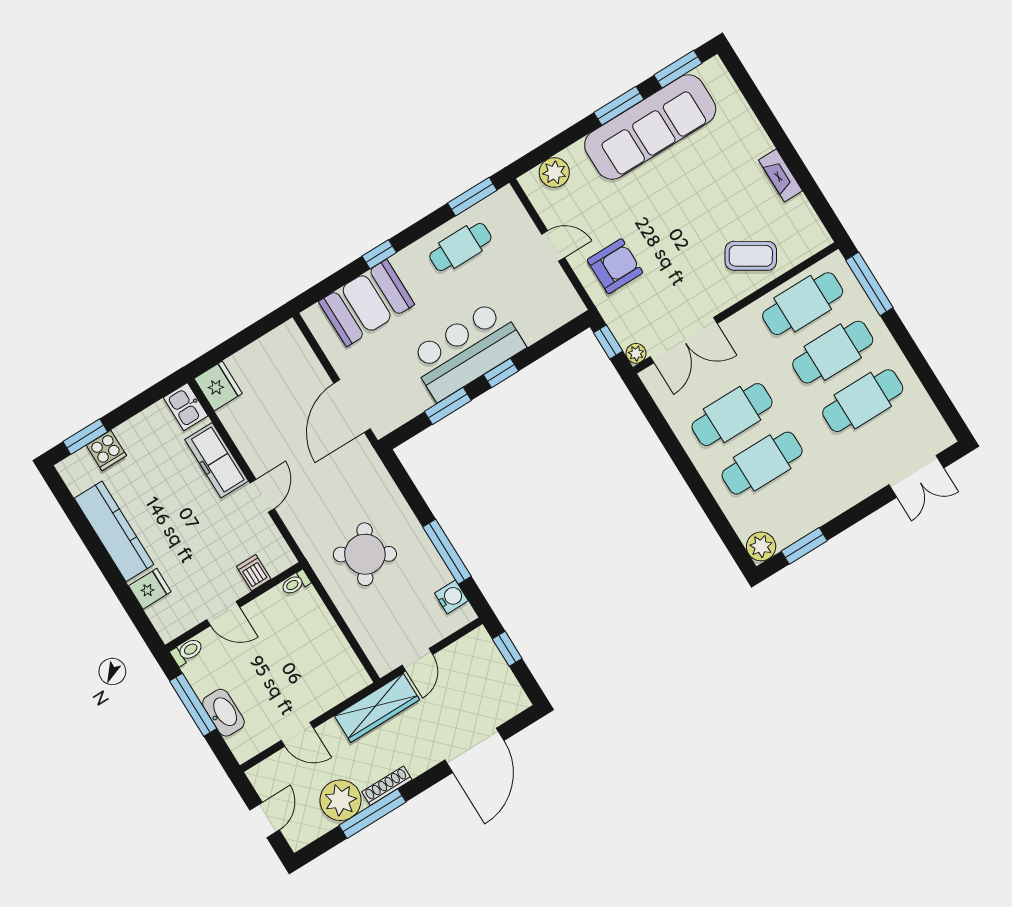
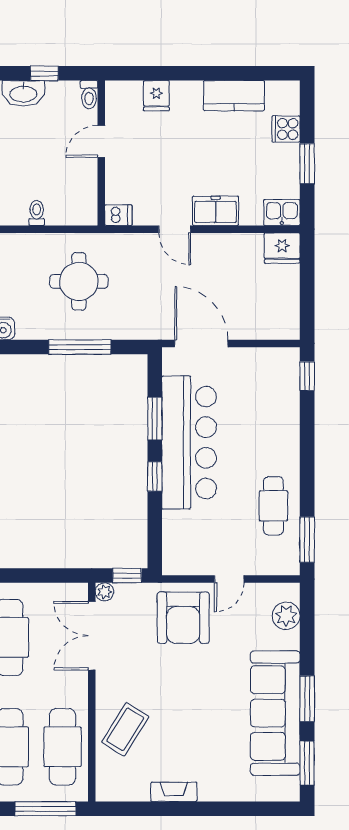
window: (379, 254) -> (307, 376), moved
armchair: (615, 266) -> (183, 618), width x1.36, depth x1.36
booth: (367, 303) -> (275, 405), removed
bar counter: (467, 351) -> (189, 443), width x1.36
window: (85, 437) -> (307, 164), moved
freezer: (217, 460) -> (216, 211), width x0.71
kitchen counter: (114, 531) -> (234, 96), width x0.67
window: (447, 552) -> (80, 347), moved
round table: (365, 554) -> (79, 281), turned -31
dishwasher: (254, 573) -> (118, 215), moved
toilet: (296, 583) -> (37, 213), moved
window: (193, 705) -> (44, 73), width x0.46

